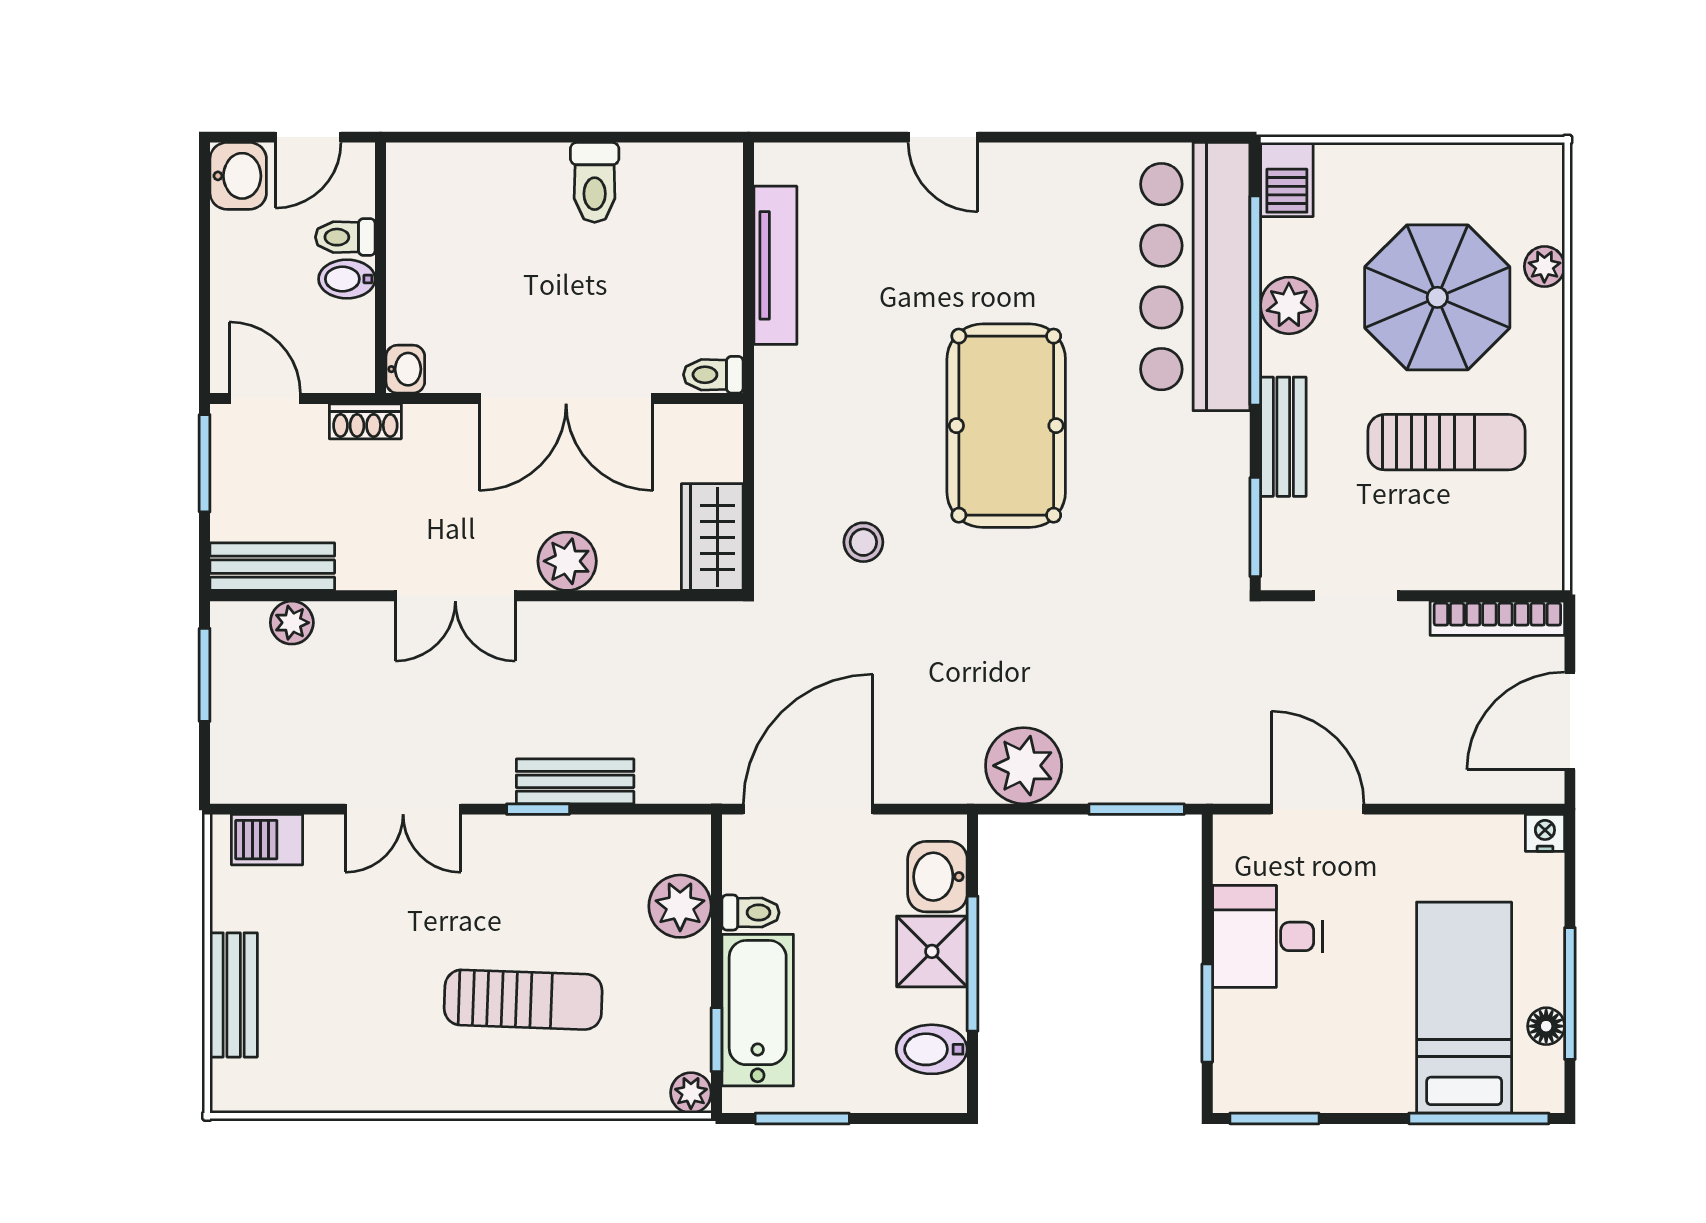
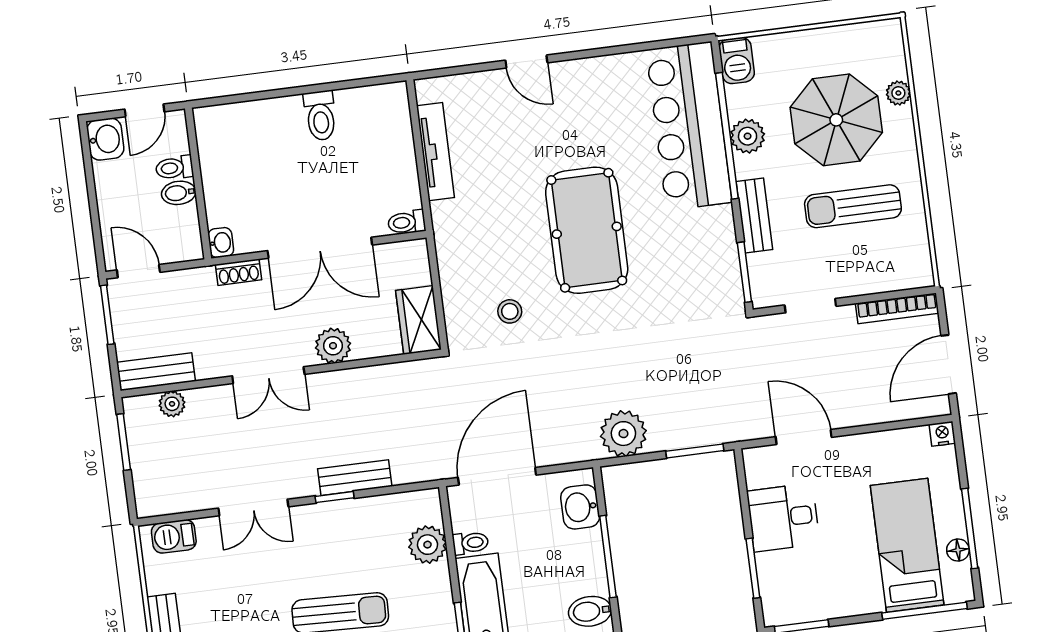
shoe rack: (365, 421) -> (239, 272), moved
sun lounger: (1447, 442) -> (853, 206), turned 180
shower: (932, 951) -> (583, 552), removed

